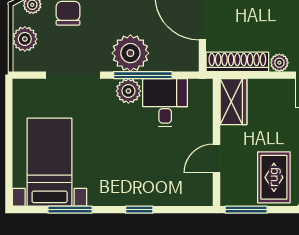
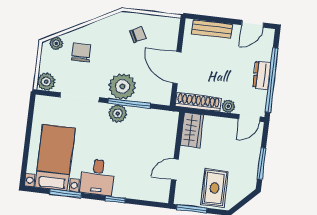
plant: (25, 39) -> (46, 82), moved
desk: (165, 103) -> (97, 177), moved, turned 180

